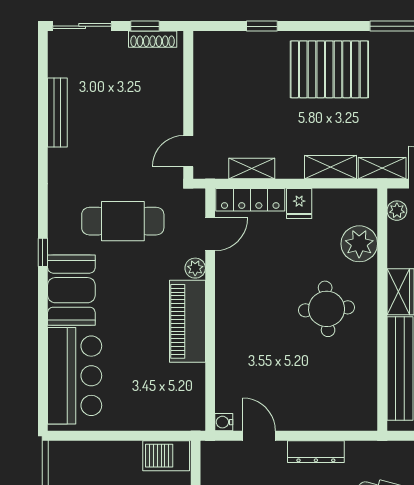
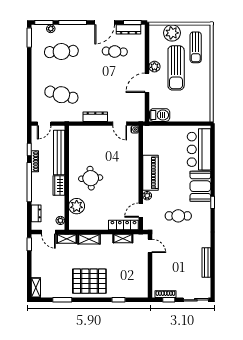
door: (188, 151) -> (150, 246), hinge flipped
fridge: (299, 203) -> (102, 223), removed
cafe table: (123, 221) -> (178, 216), width x0.73, depth x0.74

